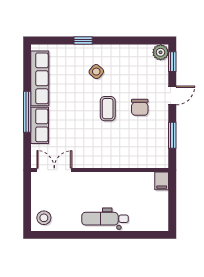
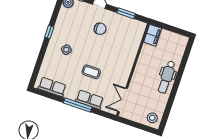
window: (83, 41) -> (49, 32), moved
row of seats: (40, 78) -> (52, 87), width x0.68
coffee table: (108, 109) -> (91, 72), moved
filing cabinet: (162, 181) -> (153, 35), width x2.00

